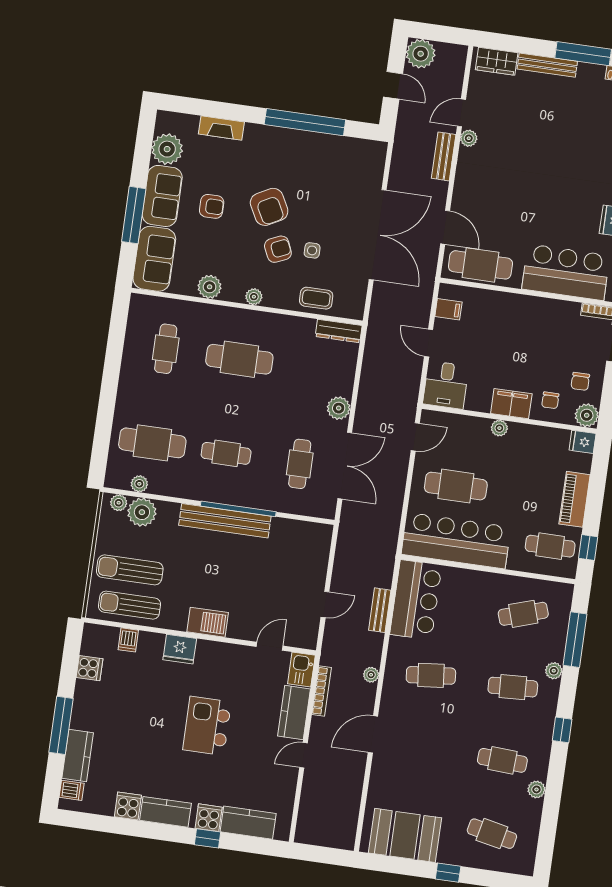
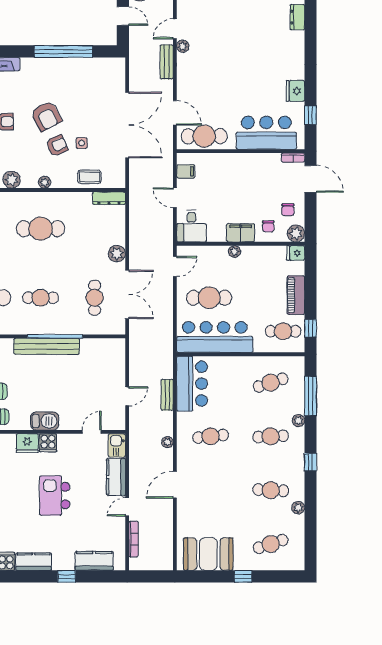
bookcase: (322, 691) -> (134, 539), moved
cooker: (209, 818) -> (48, 443), moved, turned 180
cafe table: (492, 834) -> (271, 544), turned -30

